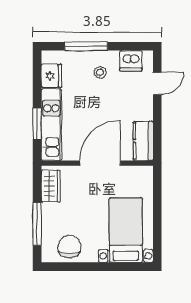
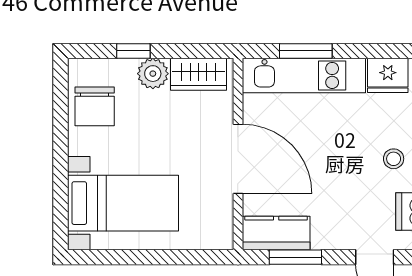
window: (157, 130) -> (295, 257), added
plant: (50, 213) -> (153, 74), added
window: (37, 224) -> (133, 51), width x0.46
chair: (69, 247) -> (95, 106), turned 90

